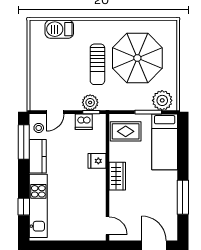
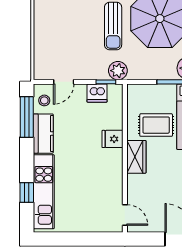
plant: (90, 102) -> (118, 71), moved
rug: (126, 131) -> (156, 125), moved

